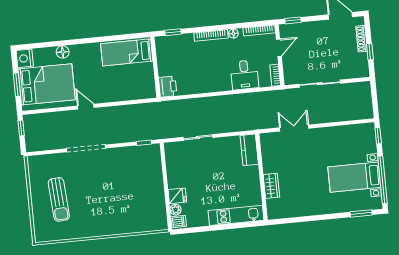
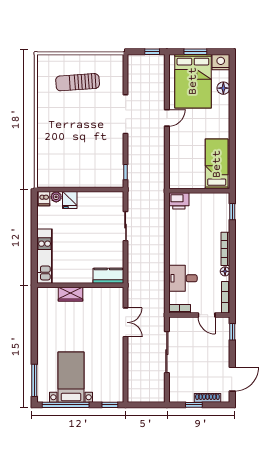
floor lamp: (63, 52) -> (223, 88), moved
window: (361, 213) -> (34, 380), width x1.44

